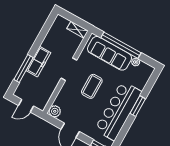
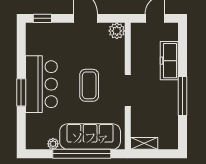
freezer: (38, 62) -> (169, 61), moved
window: (24, 68) -> (183, 96), moved
bar counter: (118, 111) -> (41, 84), width x0.73

